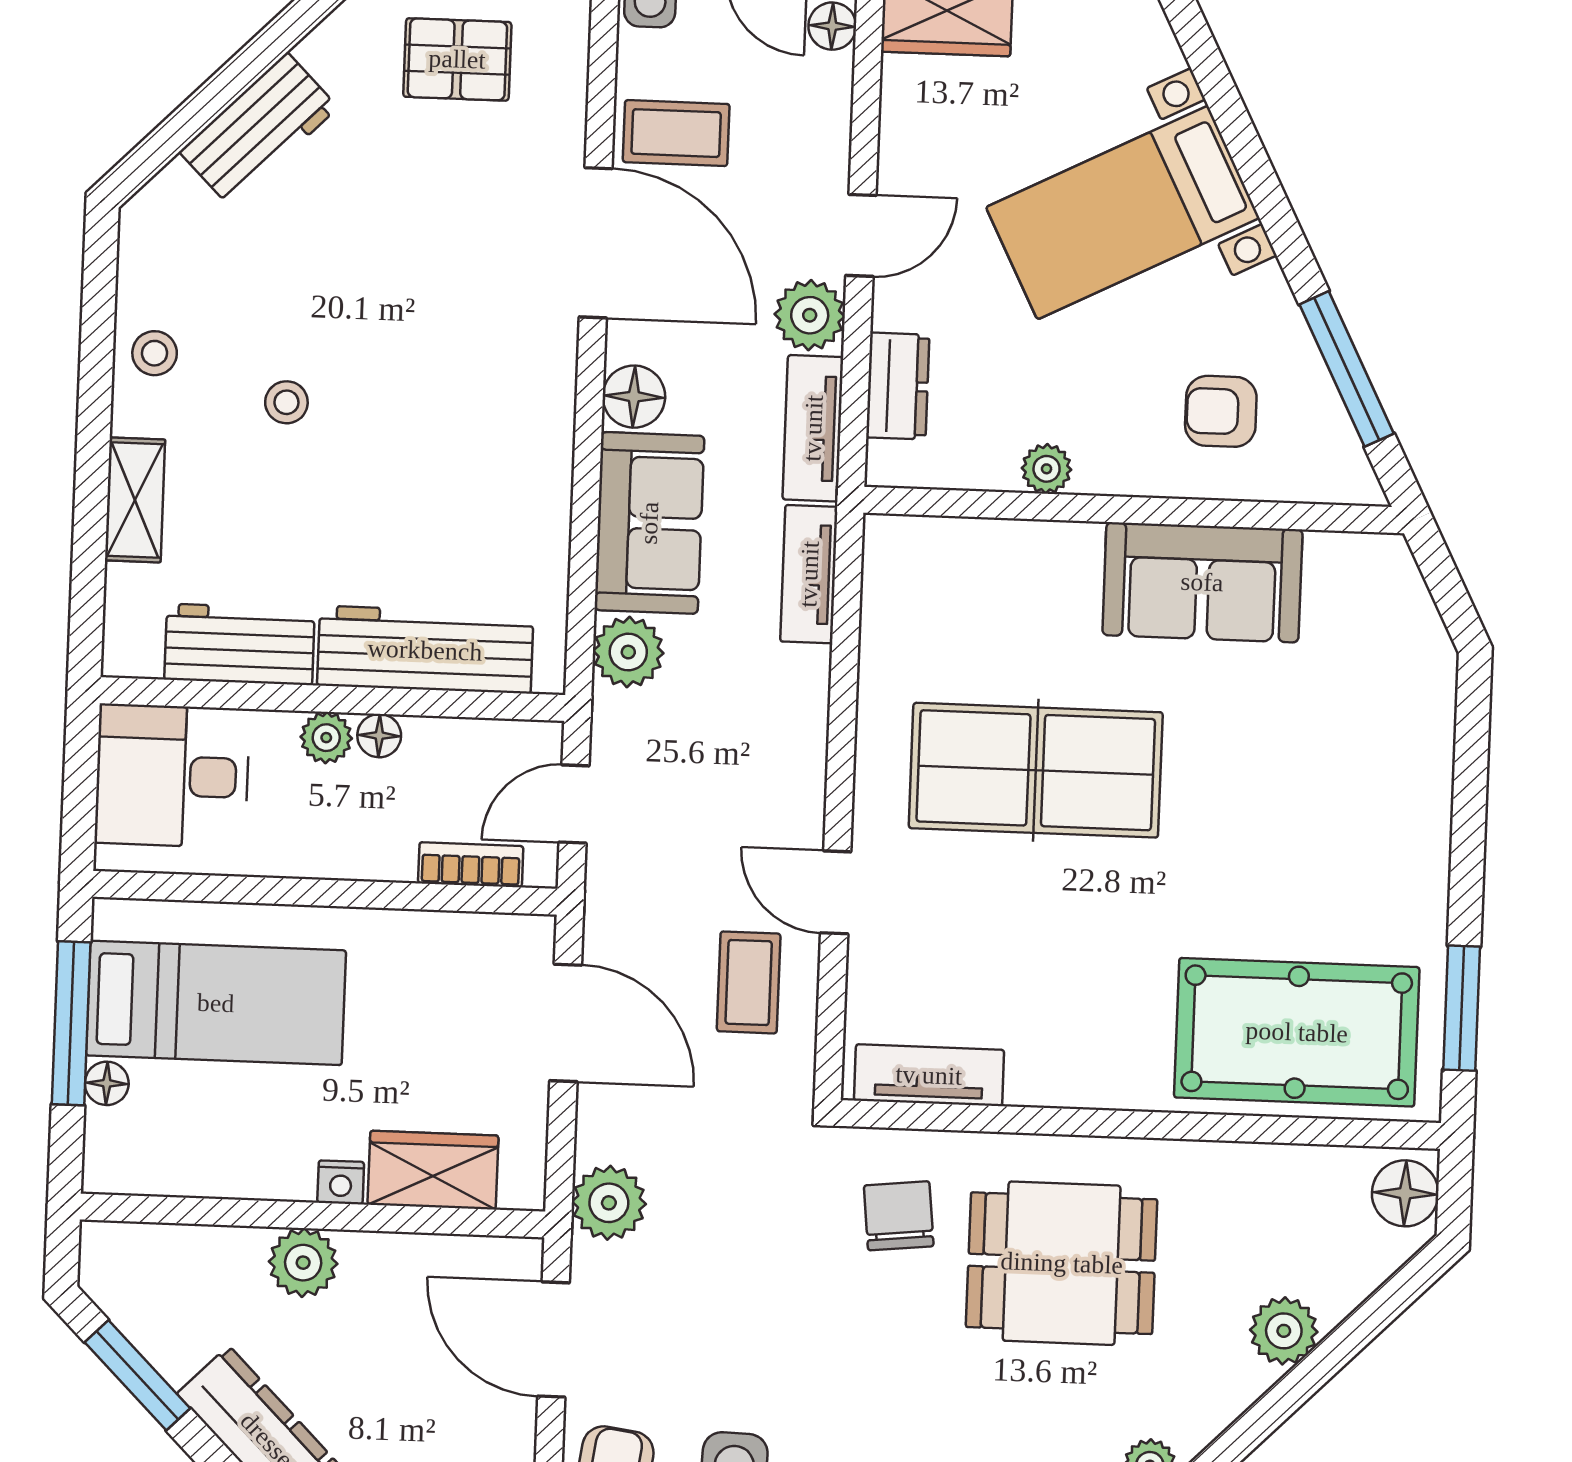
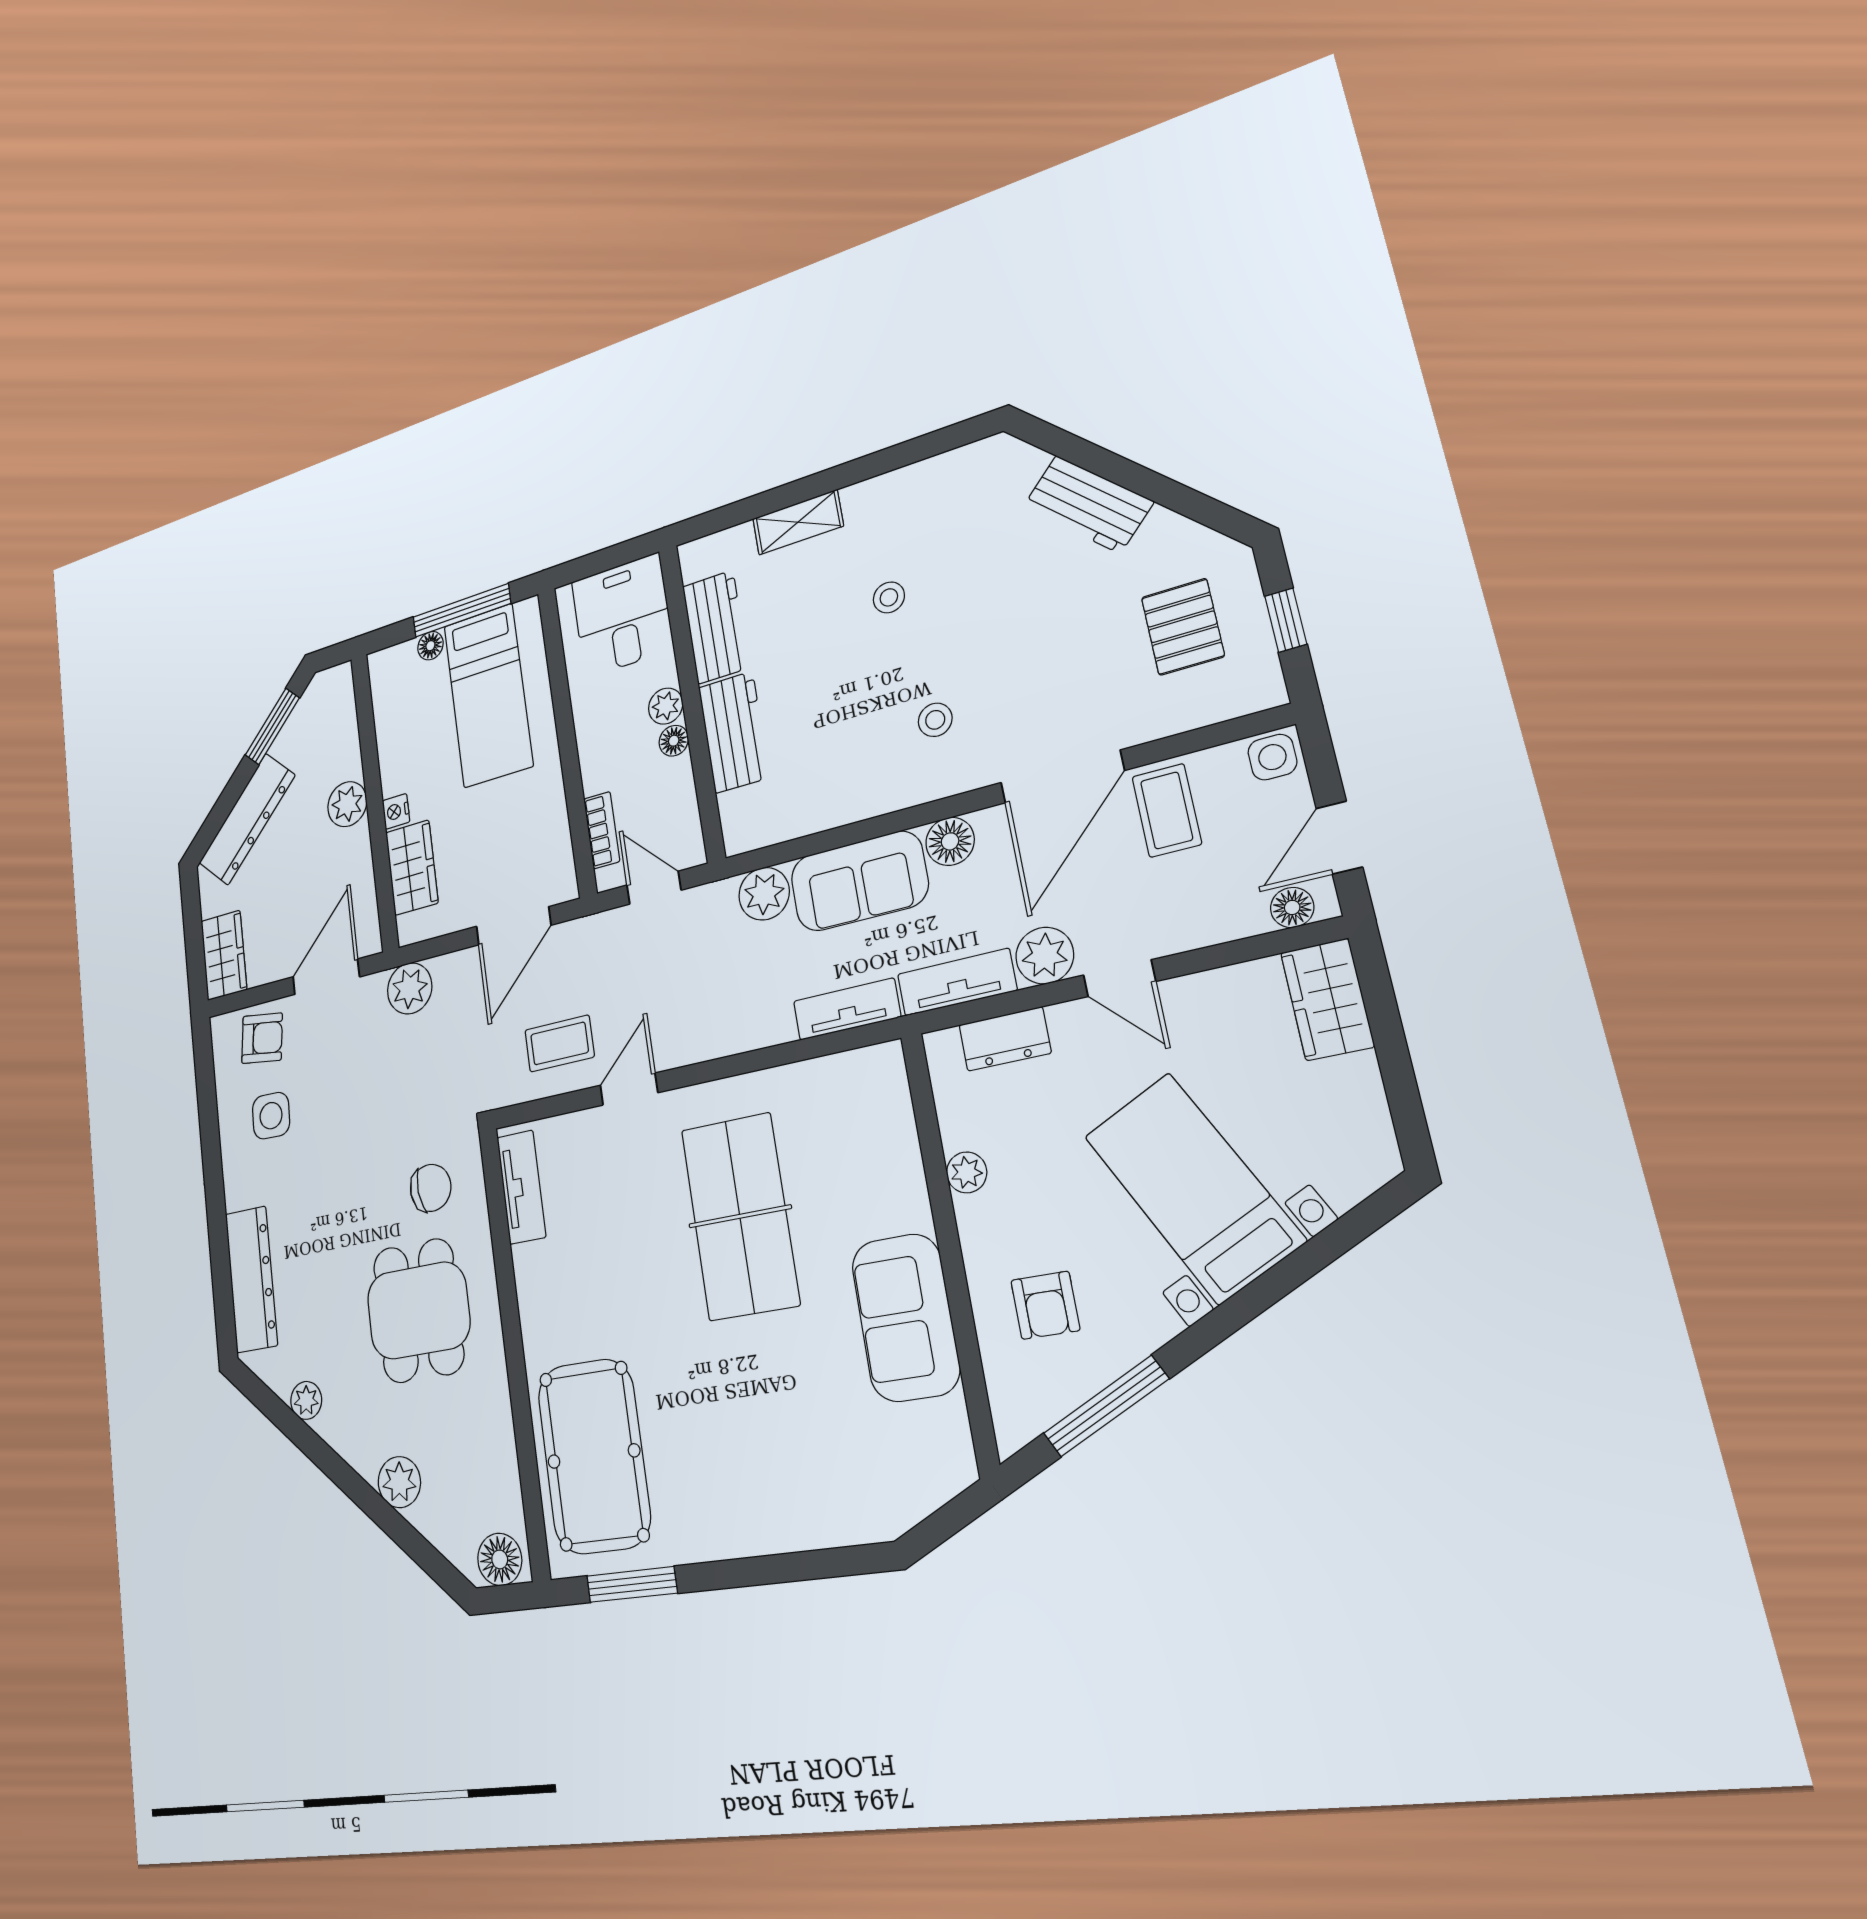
stool: (155, 353) -> (935, 720), moved
armchair: (1221, 411) -> (1045, 1305), turned 180
workbench: (425, 650) -> (734, 732), width x0.73

